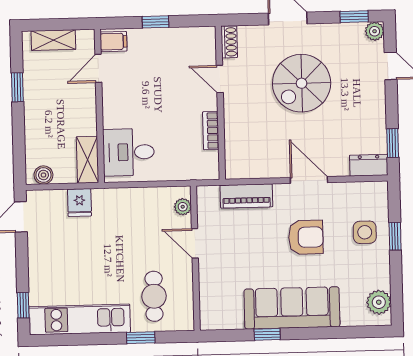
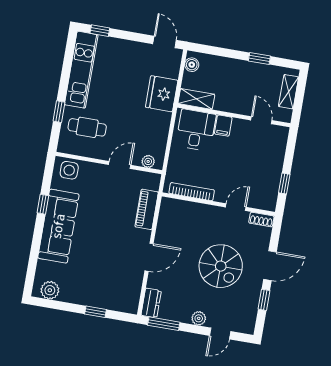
window: (354, 17) -> (264, 300), moved
window: (156, 22) -> (284, 184), moved
plant: (375, 31) -> (199, 318), moved
filing cabinet: (114, 42) -> (223, 126), moved
spiral stairs: (302, 83) -> (221, 266), turned 180
bookcase: (211, 131) -> (192, 192), width x1.56
window: (393, 143) -> (164, 324), width x1.50
fridge: (79, 203) -> (162, 94), width x1.88, depth x1.34
side table: (365, 232) -> (69, 170), moved
armchair: (306, 237) -> (108, 247), removed

